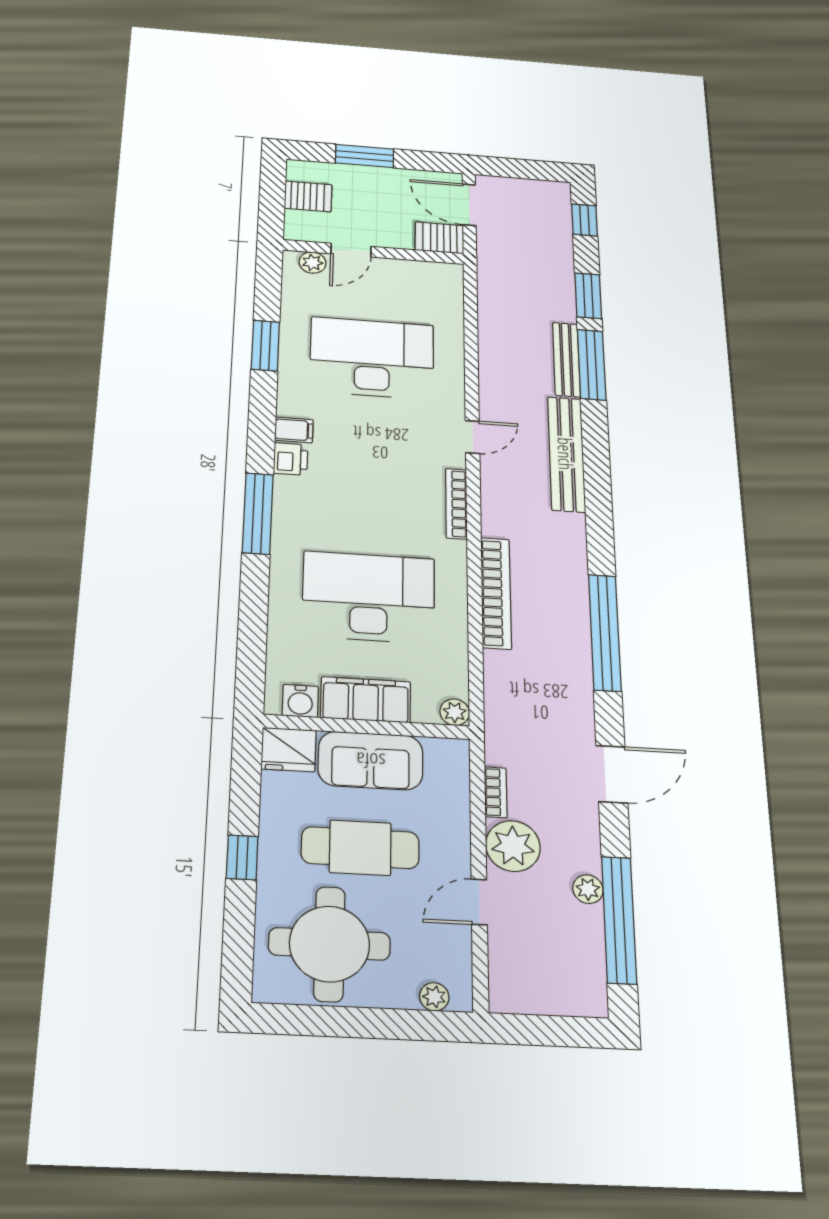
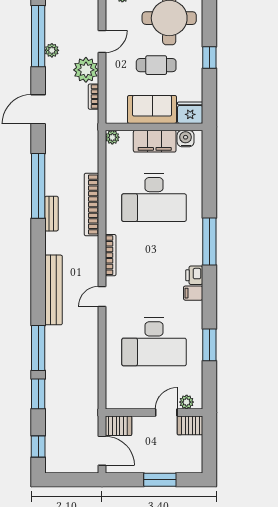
server rack: (308, 196) -> (190, 425), moved
bench: (566, 360) -> (51, 214), moved, width x0.73
cafe table: (360, 848) -> (156, 65), width x0.73, depth x0.74

